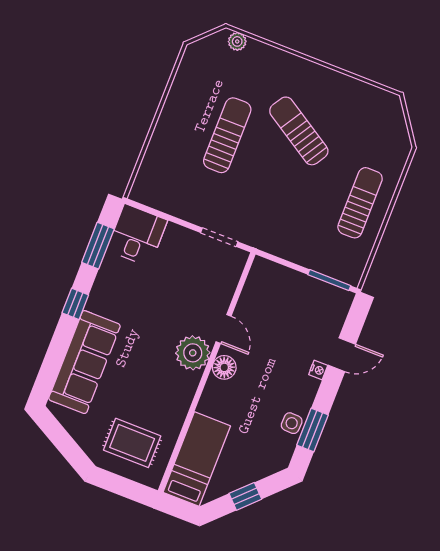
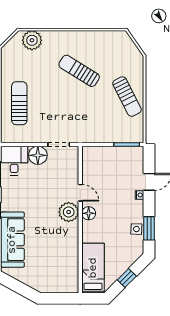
plant: (237, 41) -> (32, 40), width x1.88, depth x1.88
sun lounger: (227, 135) -> (19, 103), moved
sun lounger: (360, 203) -> (127, 97), turned 153
floor lamp: (179, 242) -> (38, 155), added
rug: (132, 443) -> (55, 273), removed

